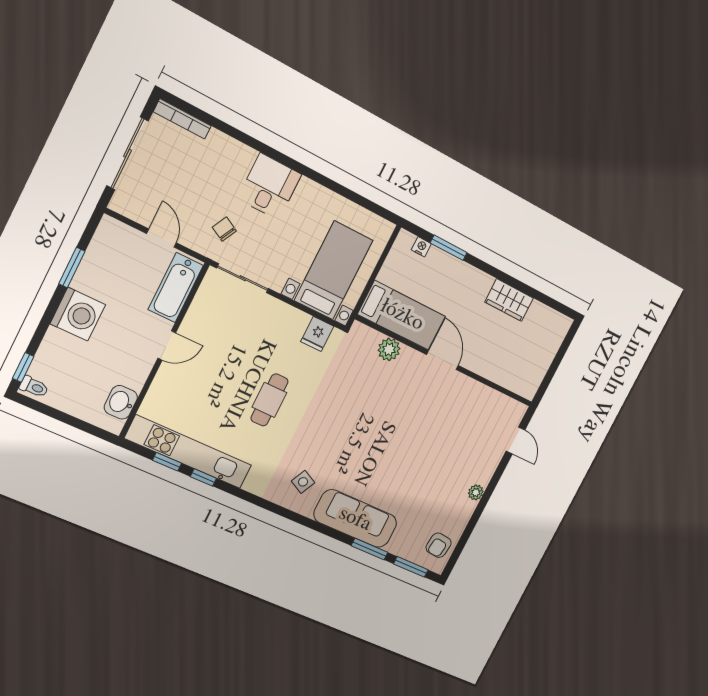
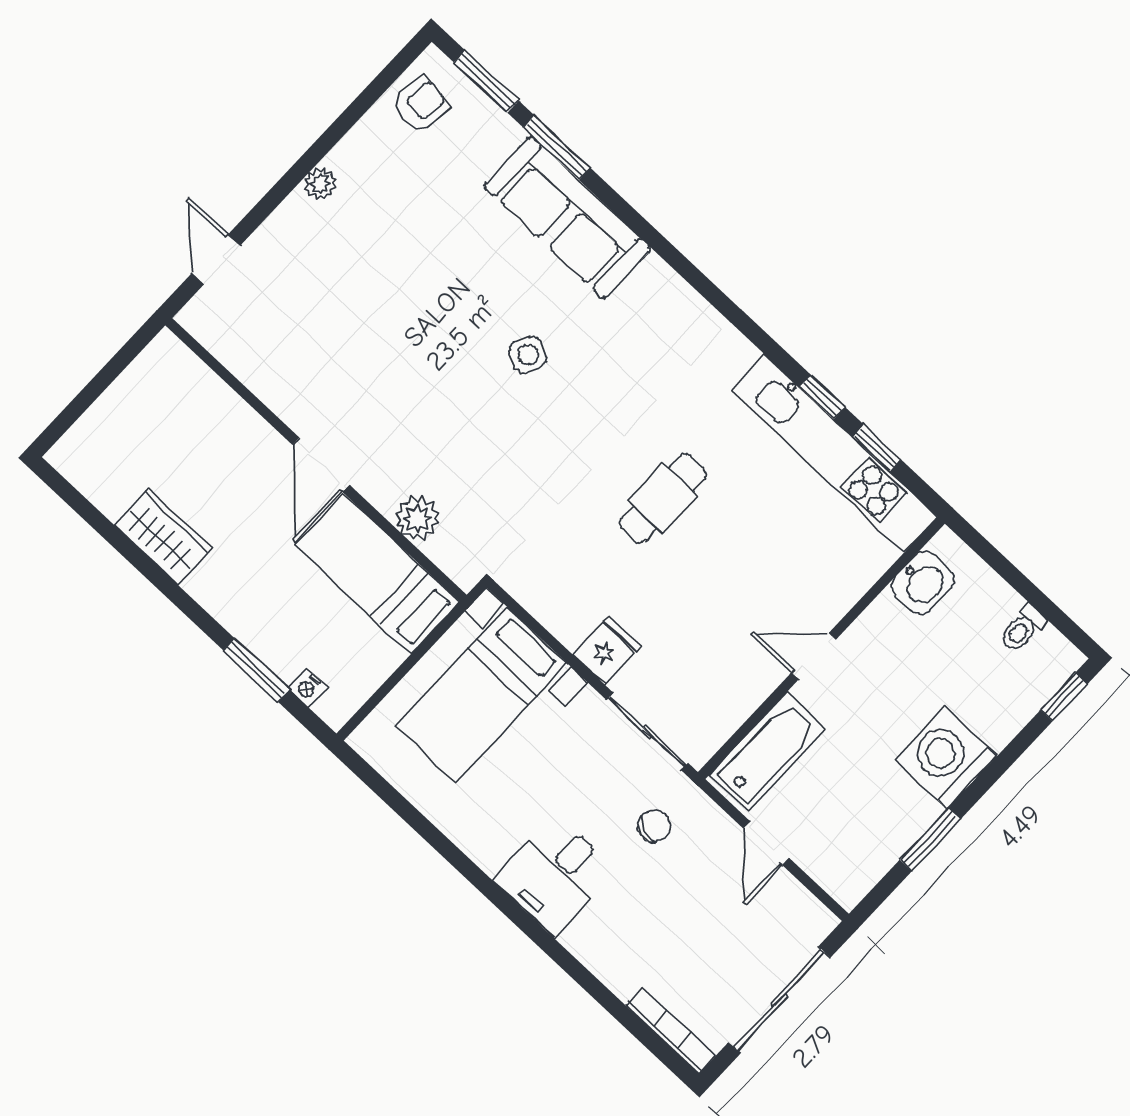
chair: (224, 229) -> (654, 826), turned -101
fridge: (317, 334) -> (607, 650), moved
toilet: (34, 387) -> (1023, 628), moved, turned -90
side table: (303, 482) -> (528, 355), moved

